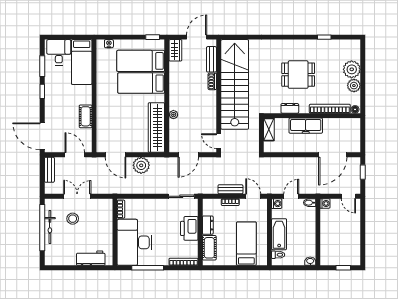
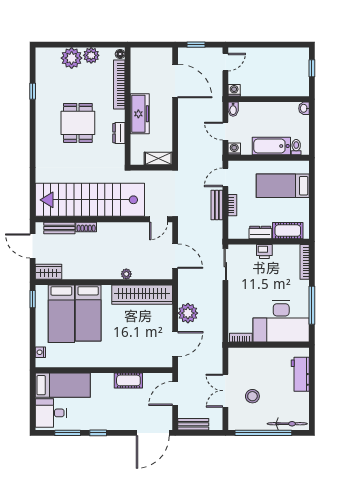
shelving: (269, 129) -> (158, 158), moved
bicycle: (50, 227) -> (287, 424), moved
printer: (189, 228) -> (264, 251), width x0.53, depth x0.68

